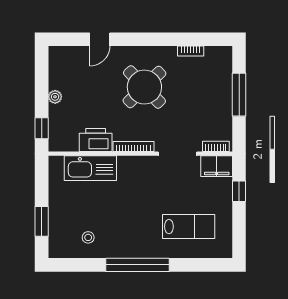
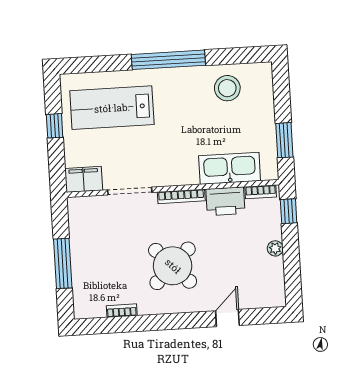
bookcase: (216, 146) -> (261, 192), moved
window: (239, 191) -> (55, 126), moved
window: (42, 221) -> (284, 140), moved
lab bench: (189, 227) -> (112, 108), width x1.36, depth x1.39
stool: (88, 237) -> (227, 88), width x1.89, depth x1.89

